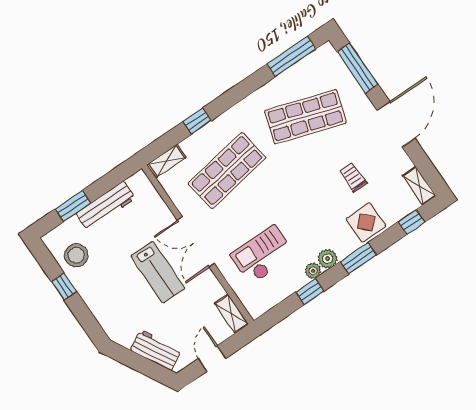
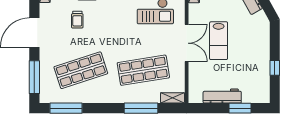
shop shelf: (305, 117) -> (81, 70), turned -36
window: (197, 121) -> (141, 108), width x2.17
stool: (76, 255) -> (257, 80), removed
lab bench: (158, 272) -> (219, 41), turned 180

